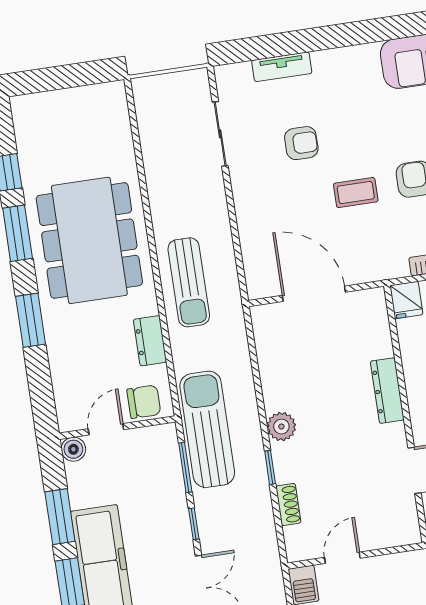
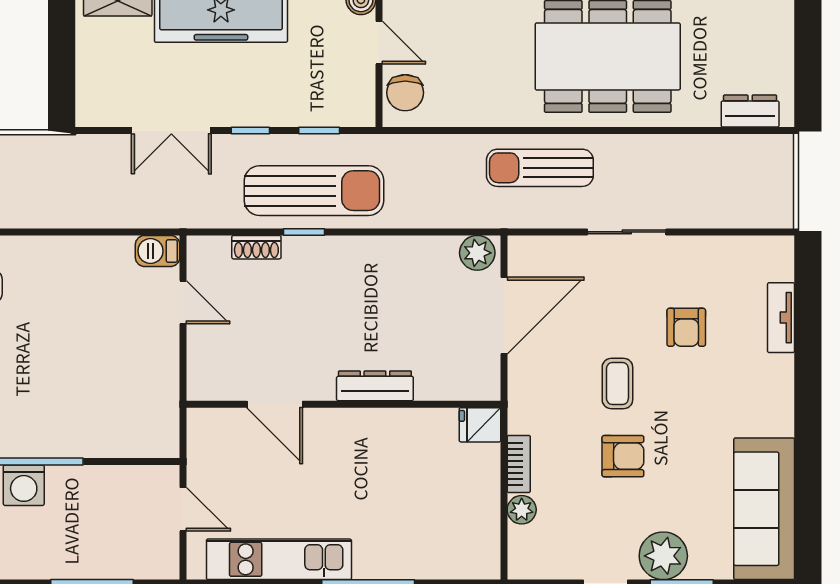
sliding door: (220, 134) -> (627, 232), moved
dresser: (150, 341) -> (750, 111), moved
plant: (281, 427) -> (477, 253), moved
sun lounger: (207, 429) -> (314, 191), moved
window: (185, 467) -> (319, 131), width x0.67

